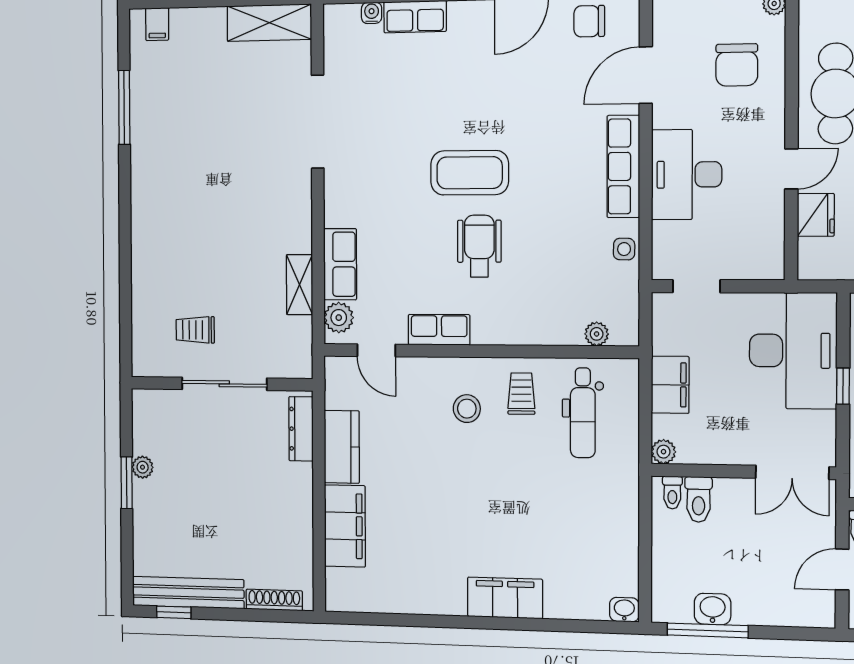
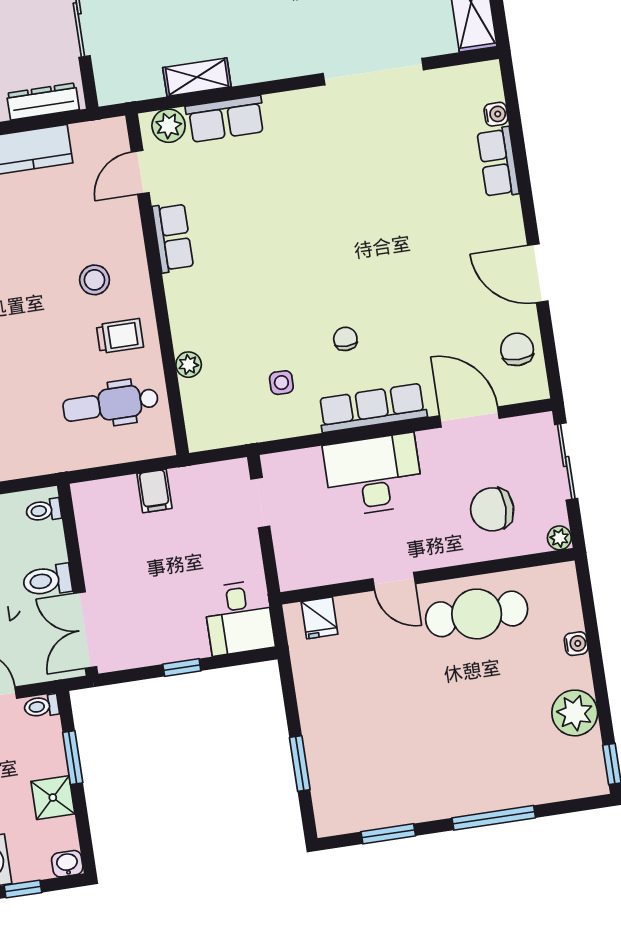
coffee table: (470, 173) -> (343, 246), removed
chair: (555, 183) -> (345, 339), added
fridge: (816, 215) -> (320, 618), moved, width x0.72
wheelchair: (479, 246) -> (267, 268), removed
side table: (624, 249) -> (281, 383), moved
plant: (597, 334) -> (189, 365), moved
desk: (793, 351) -> (239, 618), width x0.53, depth x0.77
filing cabinet: (670, 385) -> (154, 491), width x0.50
plant: (663, 452) -> (84, 495), removed
toilet: (699, 499) -> (47, 580), moved

